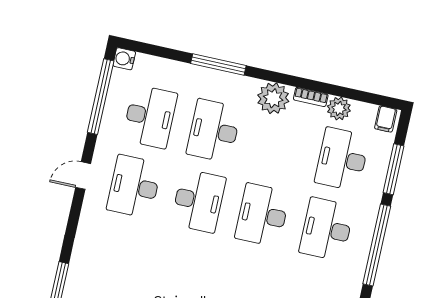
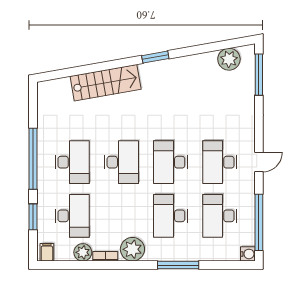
desk: (214, 131) -> (171, 216), turned 180
window: (393, 169) -> (33, 217), width x0.69
desk: (134, 187) -> (220, 162), turned 180

